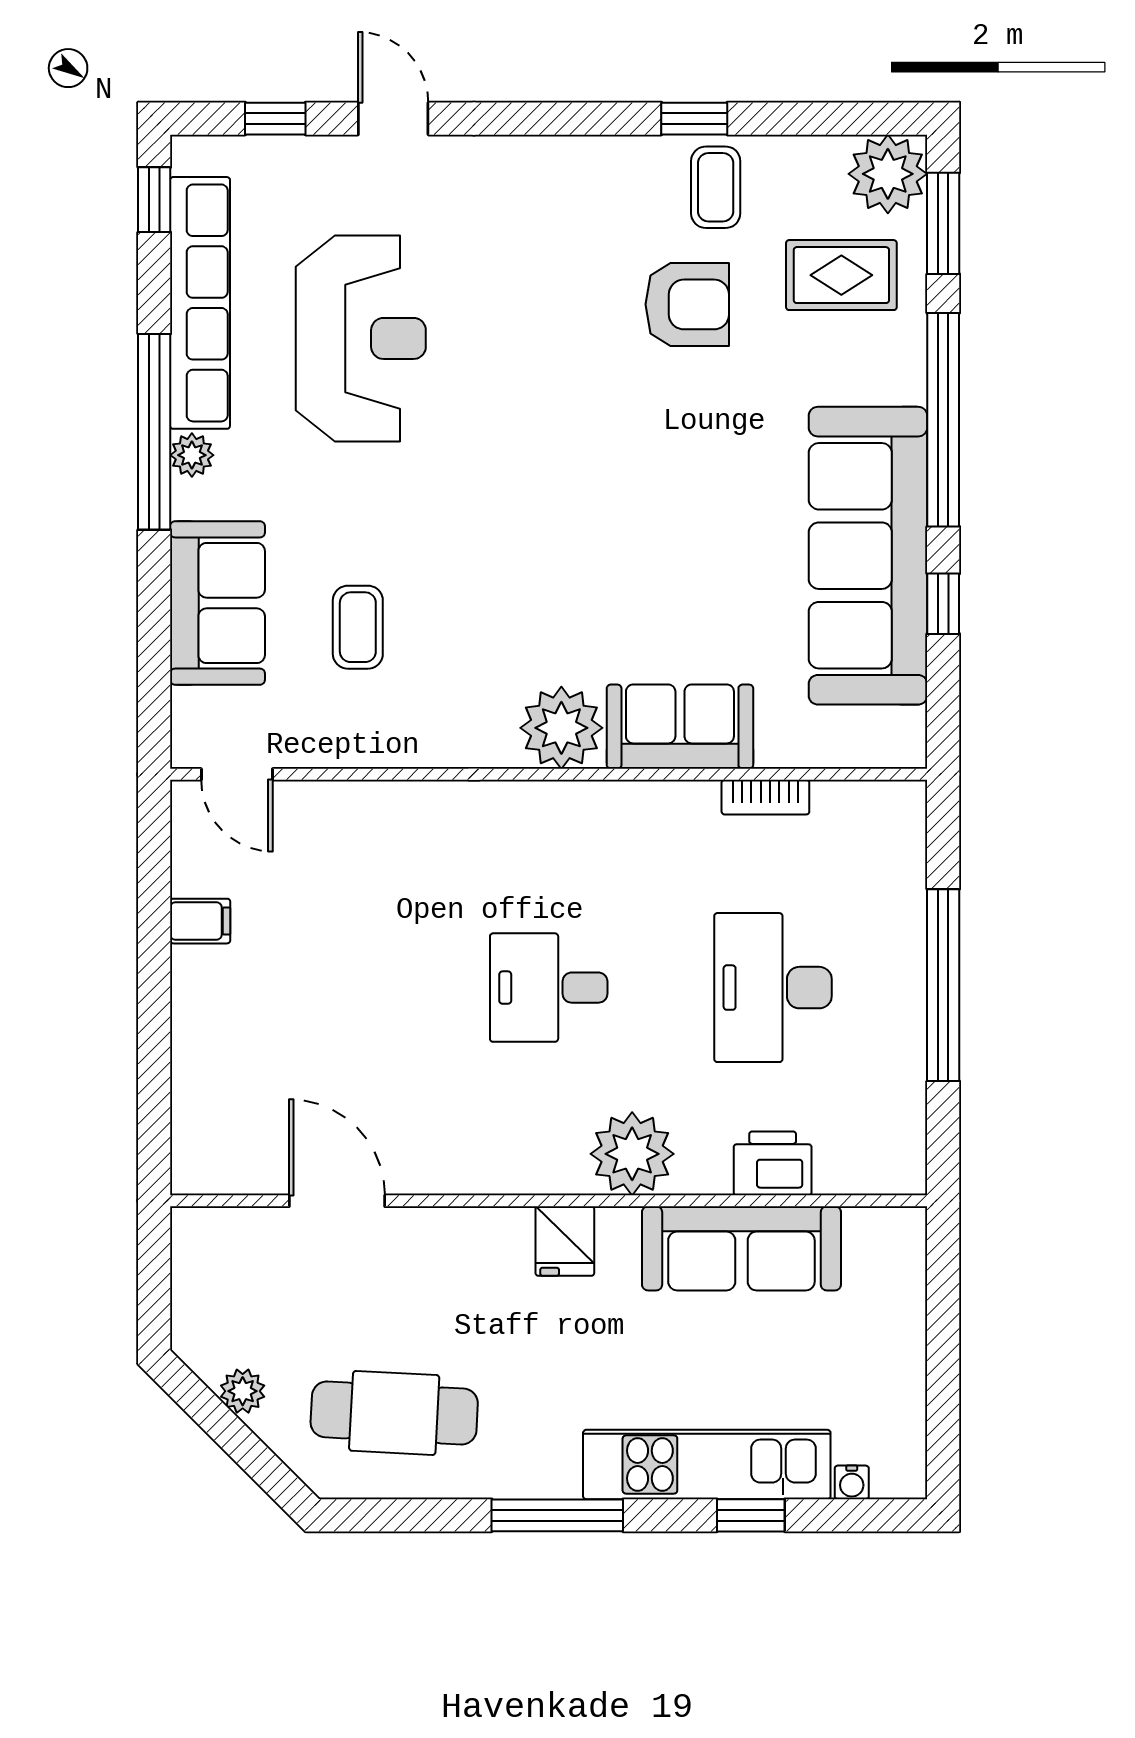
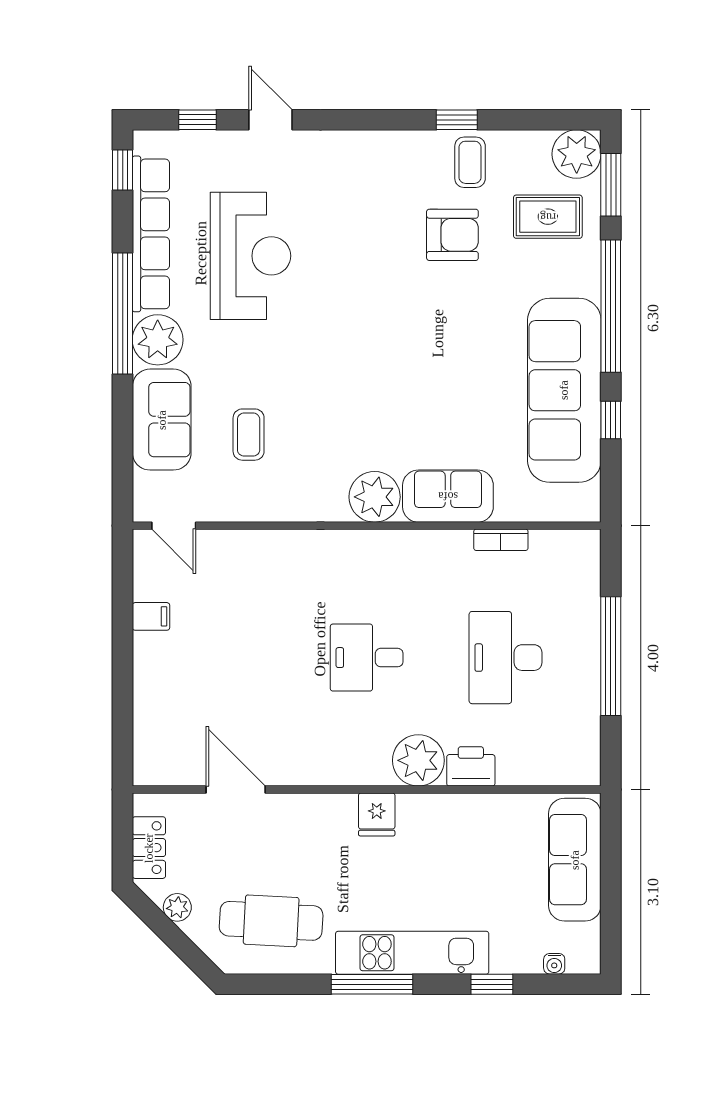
plant: (192, 455) -> (158, 340), width x1.88, depth x1.88
printer: (773, 1163) -> (471, 766), moved
sofa: (741, 1248) -> (575, 860), moved, turned 90
locker: (197, 1295) -> (149, 848), added
kitchen unit: (707, 1465) -> (412, 953), moved

